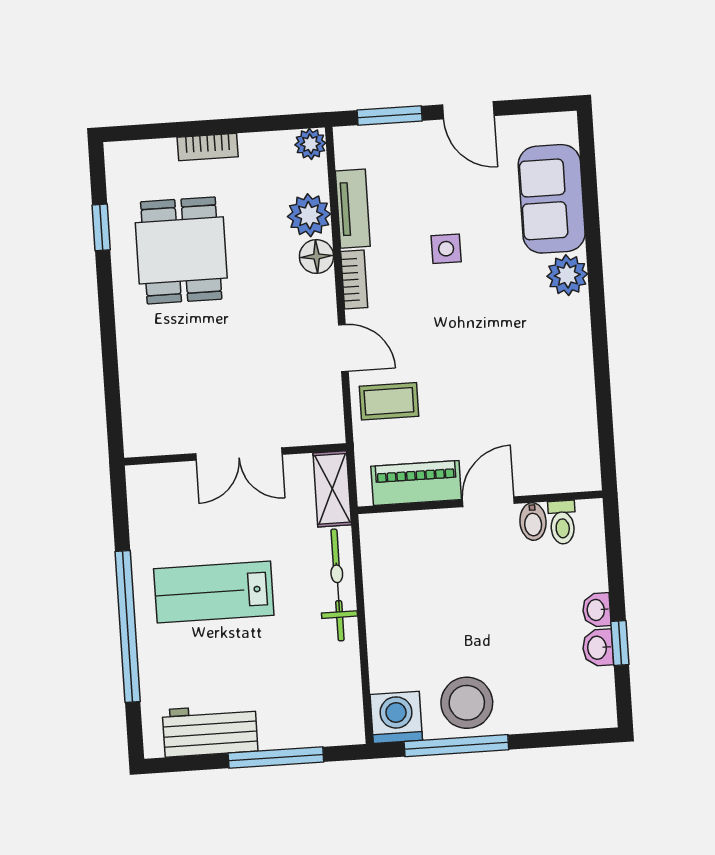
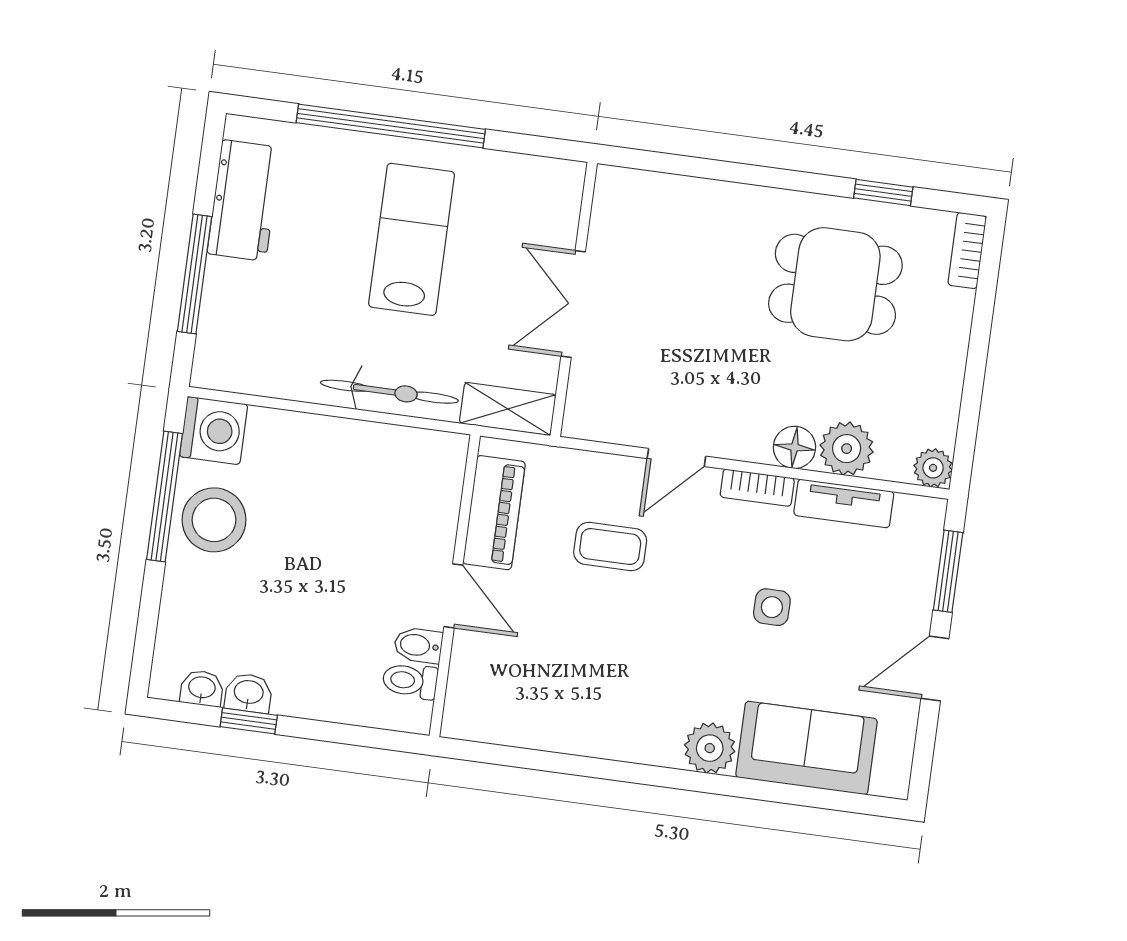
bookcase: (208, 147) -> (967, 251), moved
coffee table: (389, 401) -> (610, 547), moved, turned 90
washbasin: (597, 610) -> (202, 688), moved

